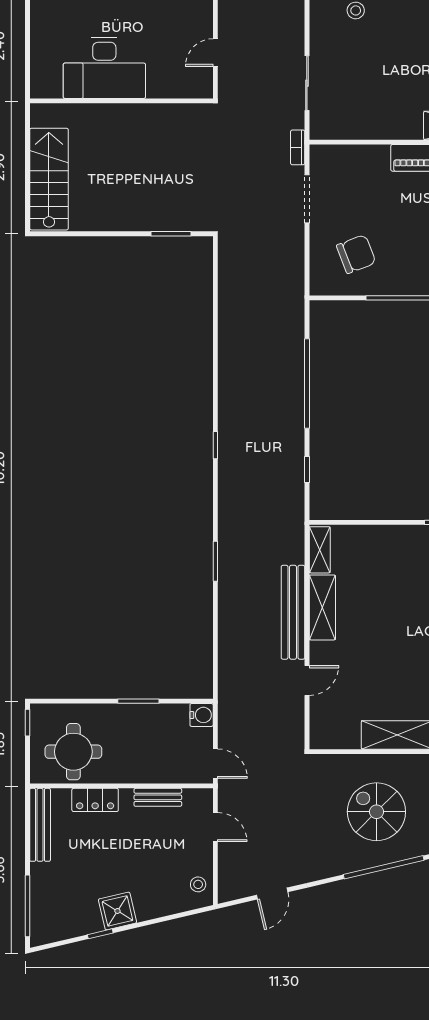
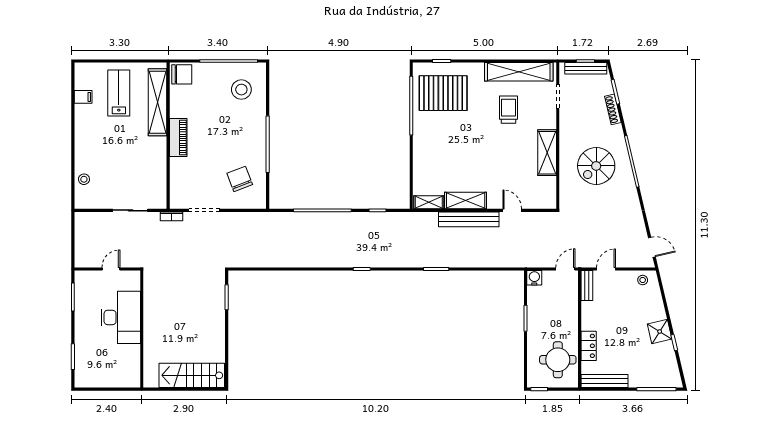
door: (215, 53) -> (111, 269), swing flipped
desk: (104, 68) -> (121, 317), moved
bench: (158, 797) -> (587, 286), moved
door: (272, 894) -> (652, 247), moved

